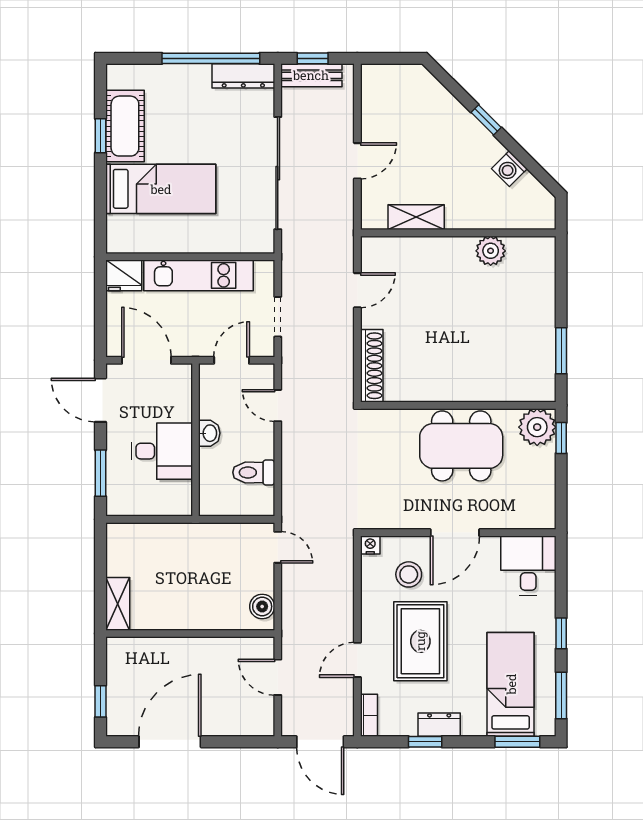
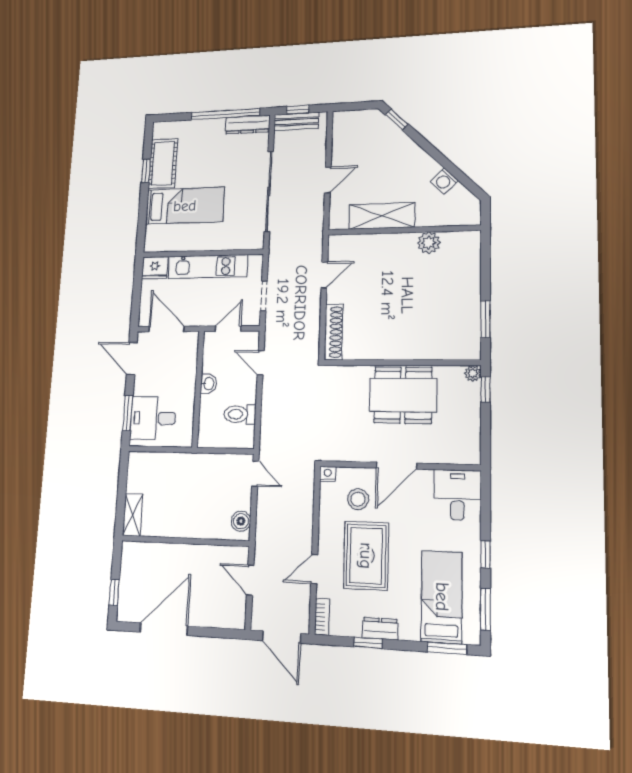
window: (486, 120) -> (397, 119), moved
shelving: (416, 217) -> (382, 216), width x1.50, depth x1.33
plant: (537, 427) -> (473, 373), width x0.53, depth x0.53
desk: (162, 451) -> (153, 418), moved, turned 180

